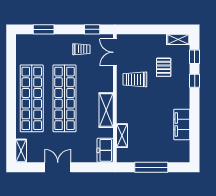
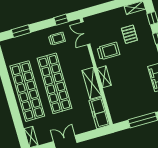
trolley: (135, 79) -> (108, 51), turned 180
shelving: (122, 136) -> (104, 77), moved
freezer: (105, 150) -> (99, 113), width x1.40

